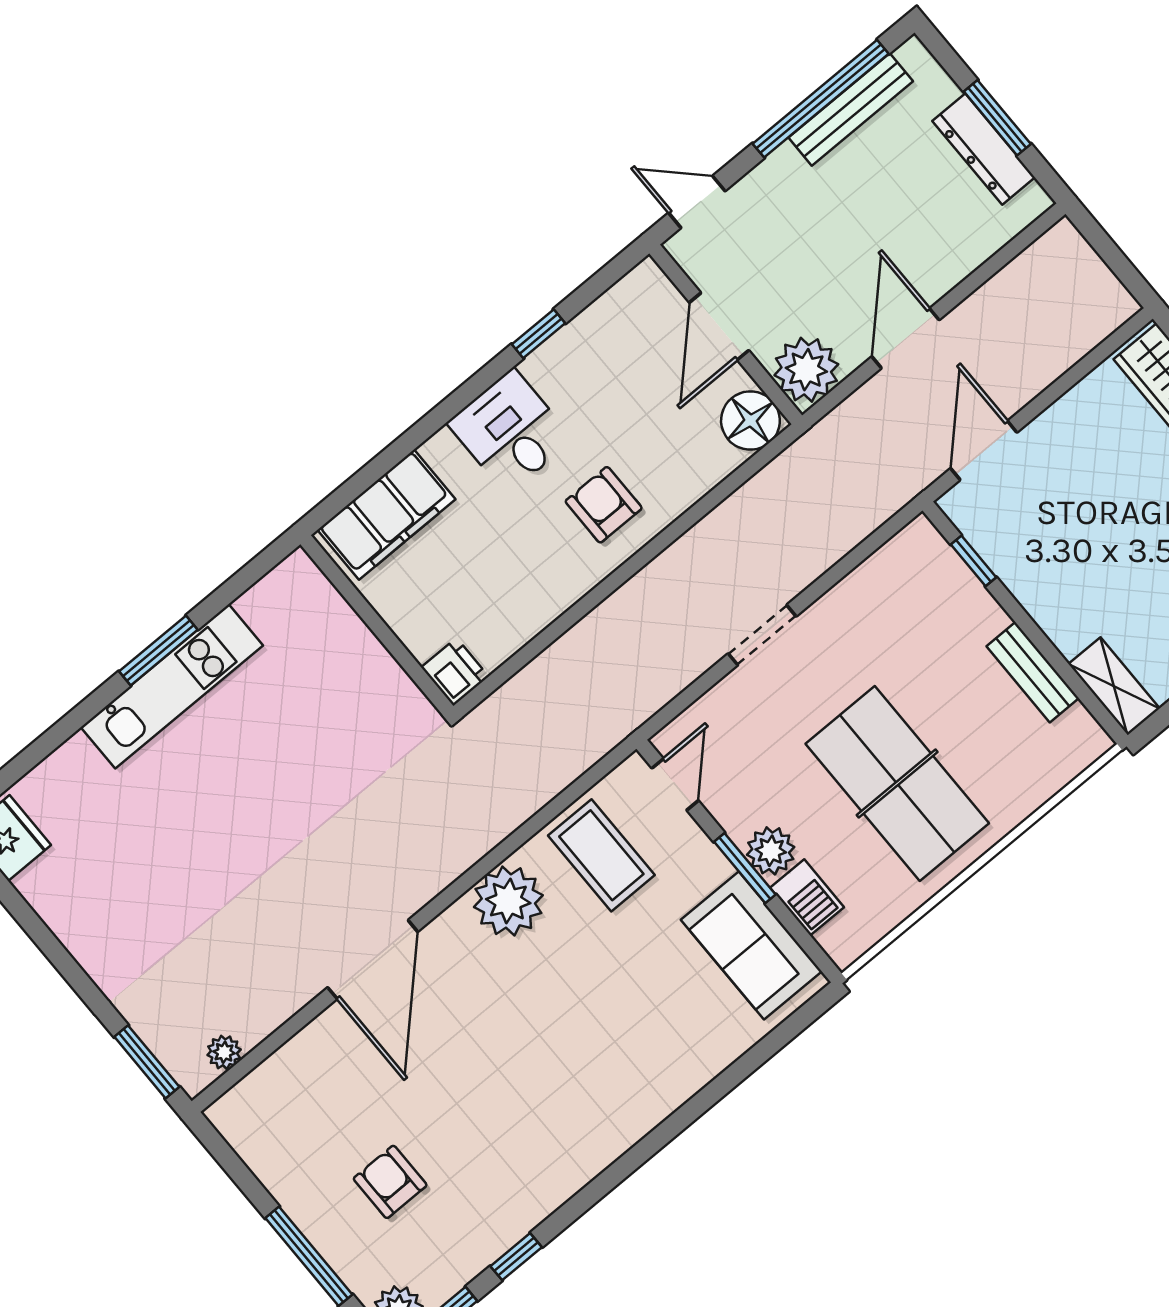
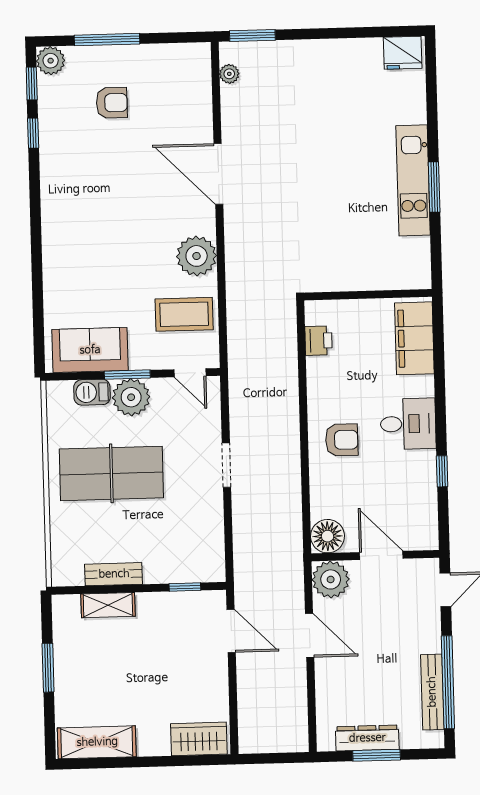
printer: (455, 672) -> (319, 341), moved, turned -90
shelving: (1114, 686) -> (108, 605), moved
plant: (771, 851) -> (131, 397), width x1.36, depth x1.36

